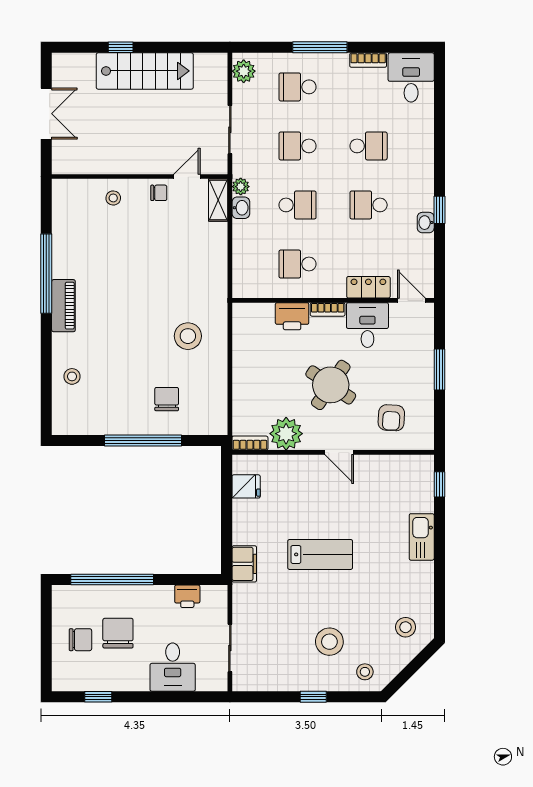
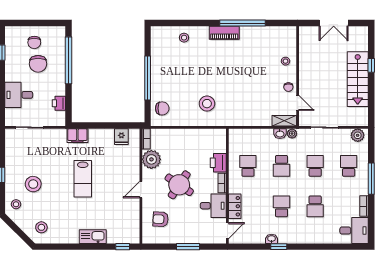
chair: (167, 399) -> (162, 108), moved
chair: (118, 633) -> (38, 64), turned 90

